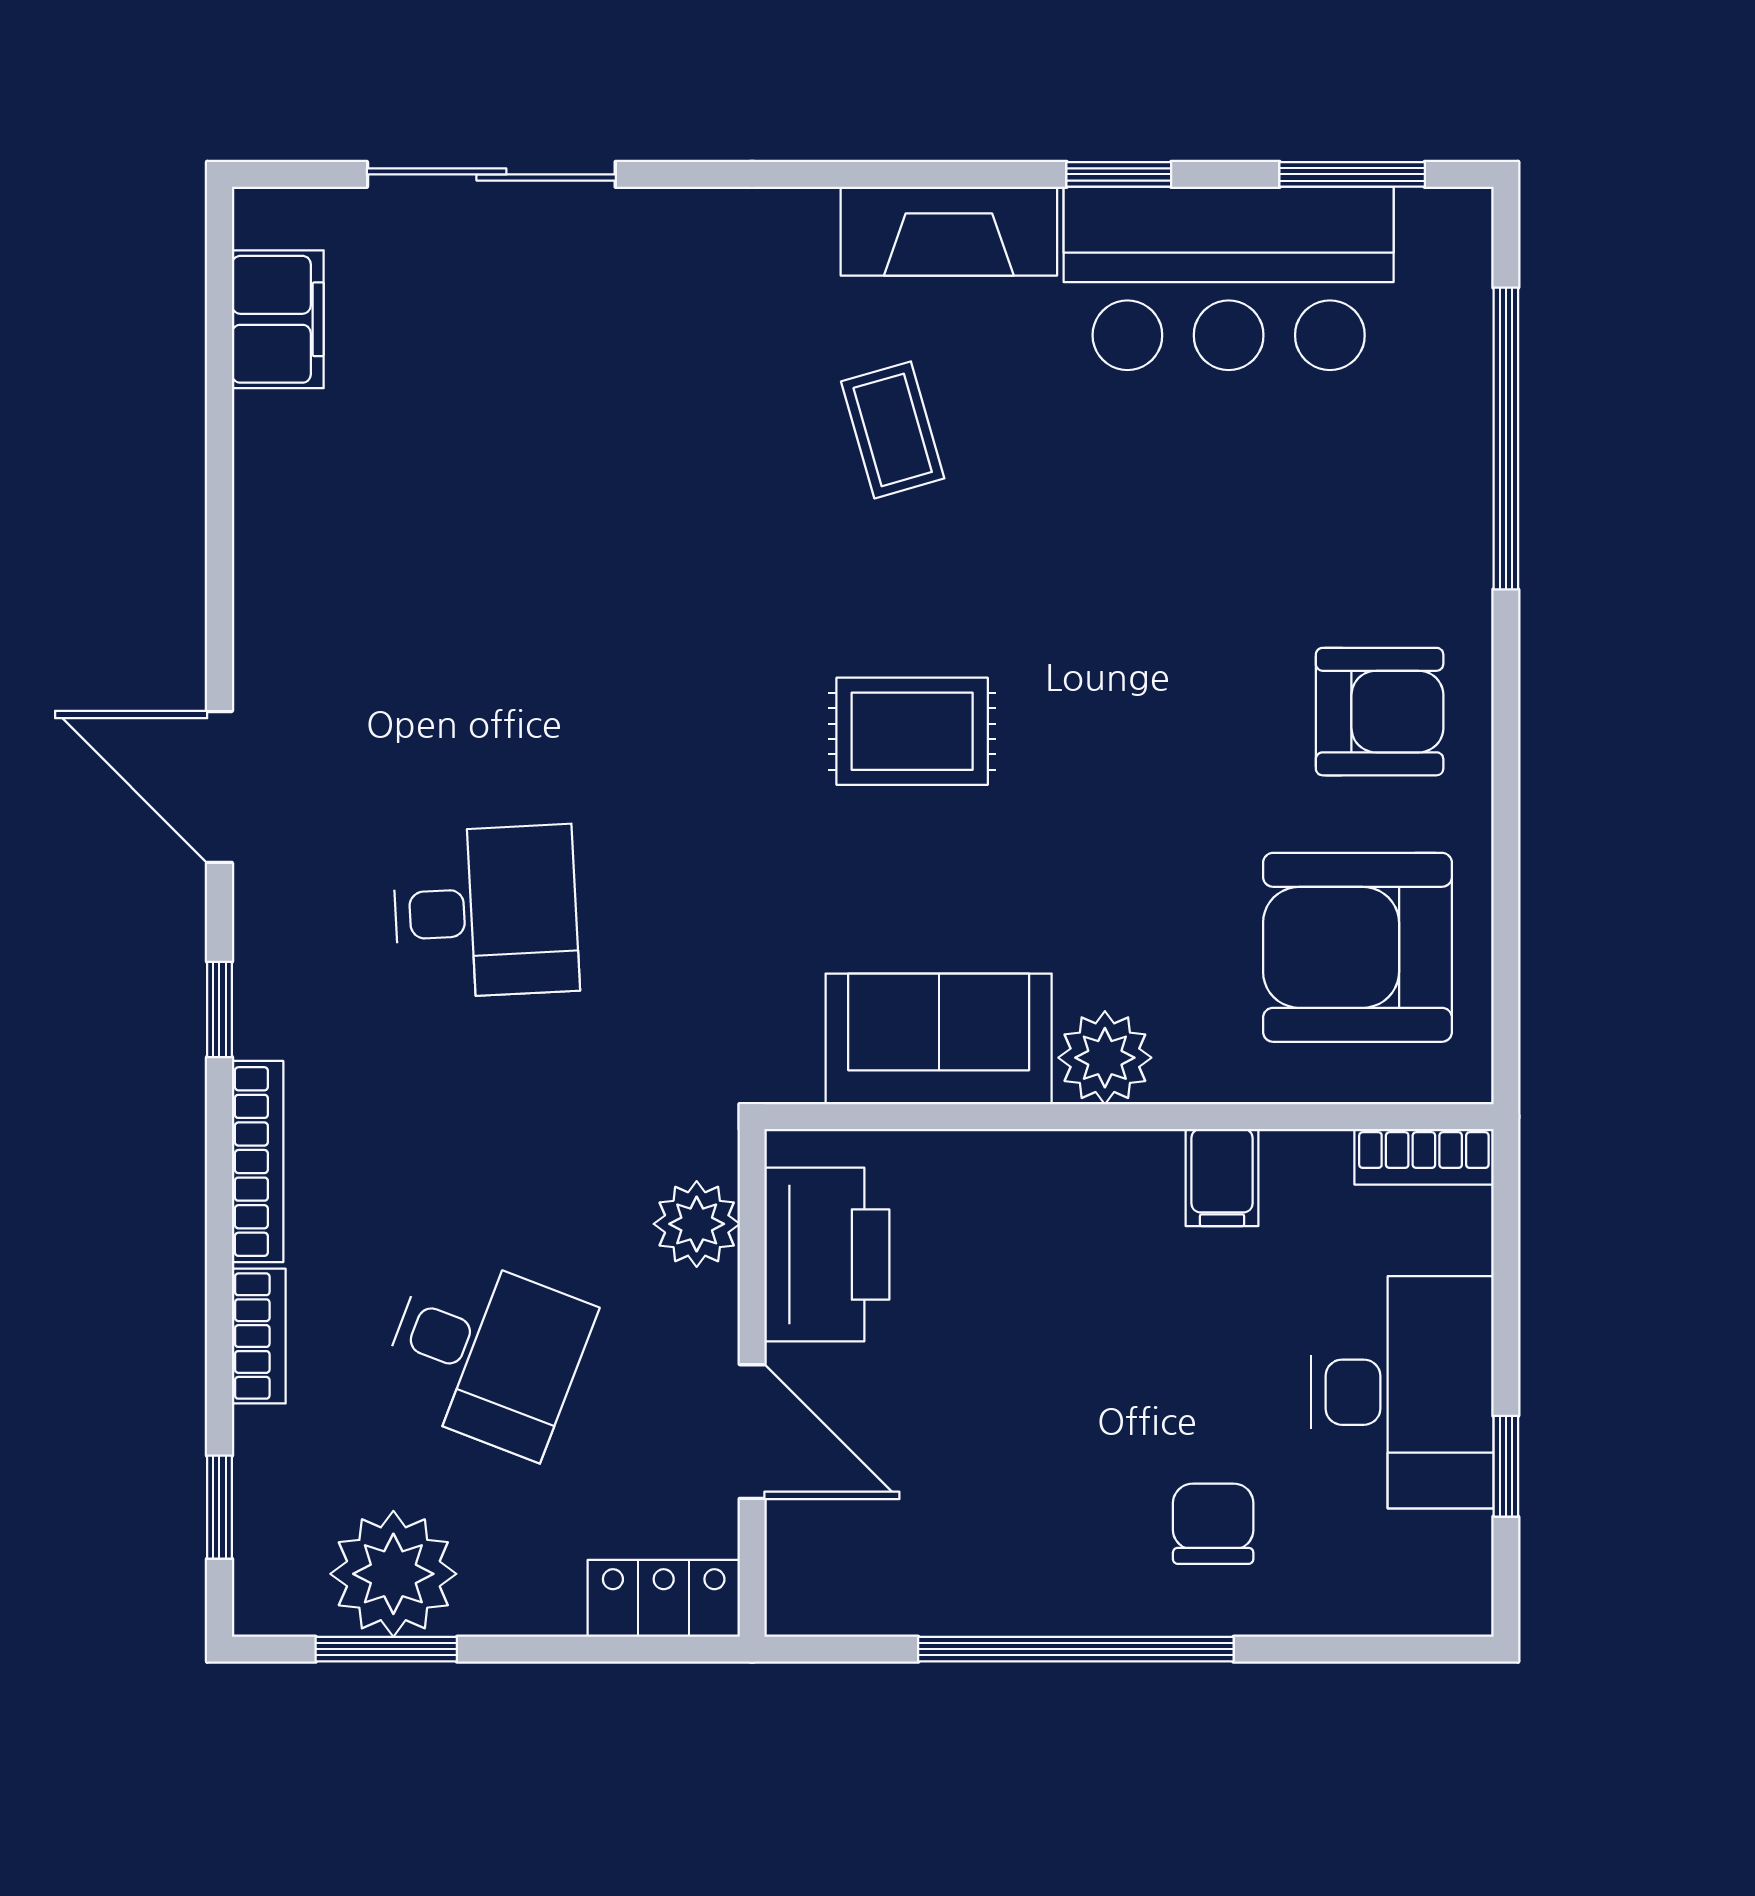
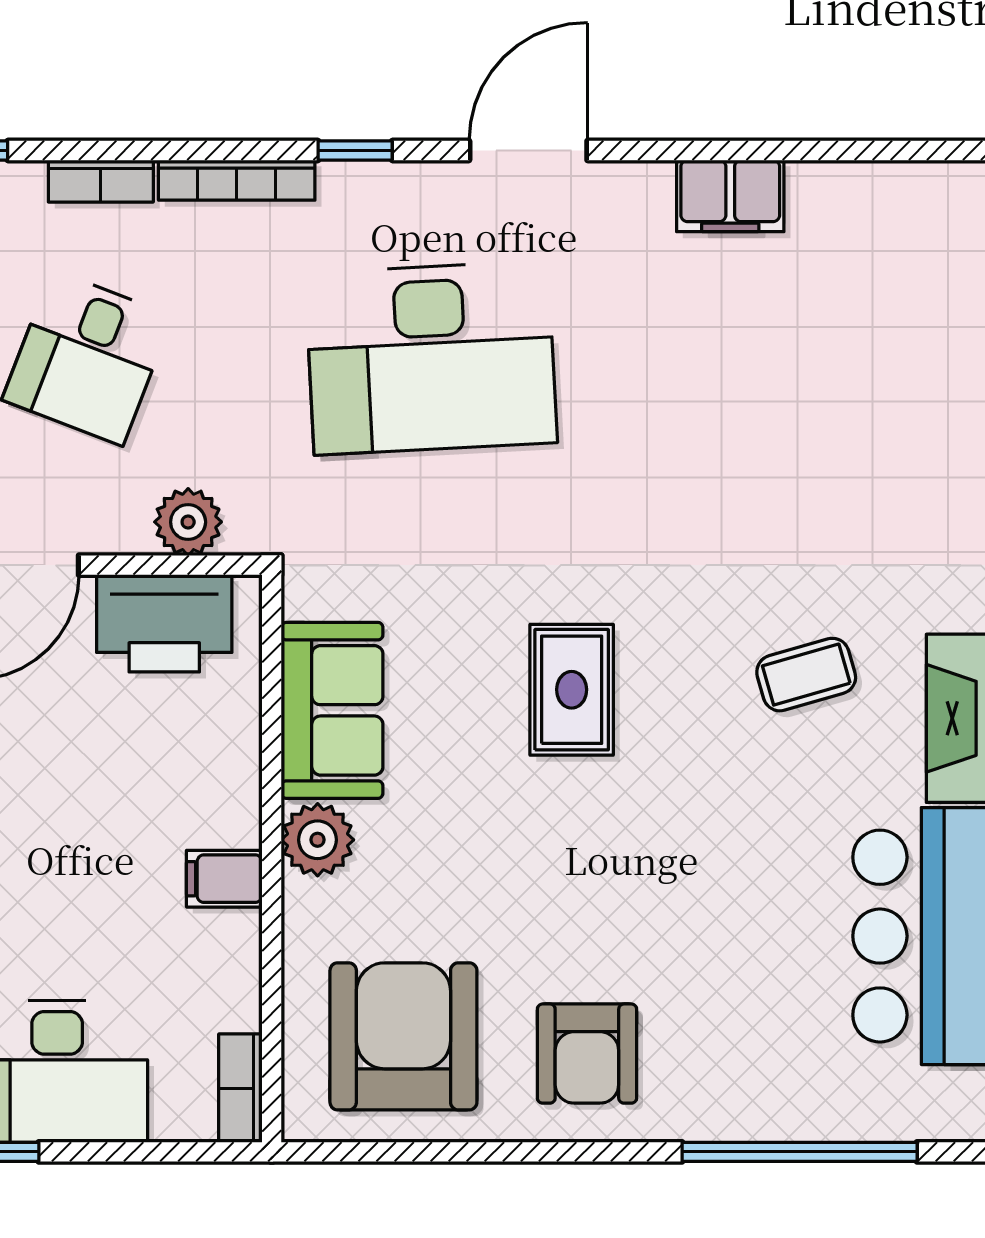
filing cabinet: (278, 319) -> (730, 196), moved
desk: (486, 912) -> (431, 358), width x1.87, depth x1.30
filing cabinet: (1222, 1177) -> (224, 879), moved

